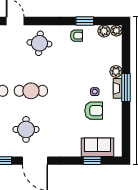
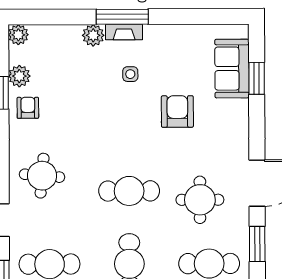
plant: (104, 31) -> (19, 76), moved
cafe table: (31, 91) -> (129, 191), turned 90
armchair: (94, 111) -> (177, 112), moved

